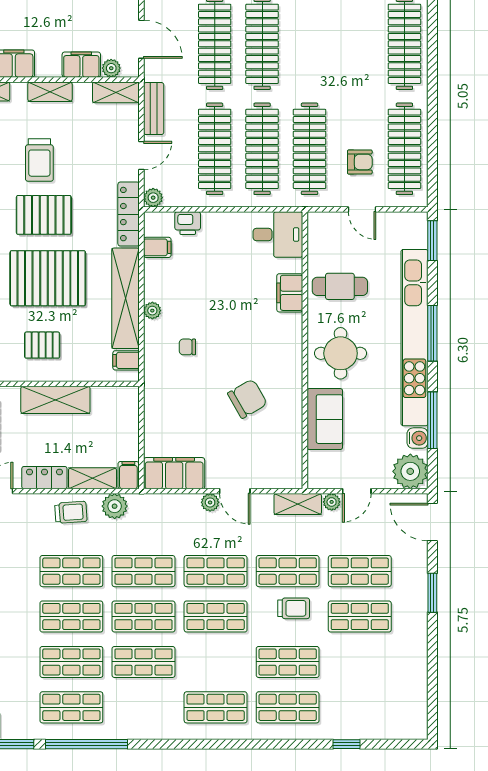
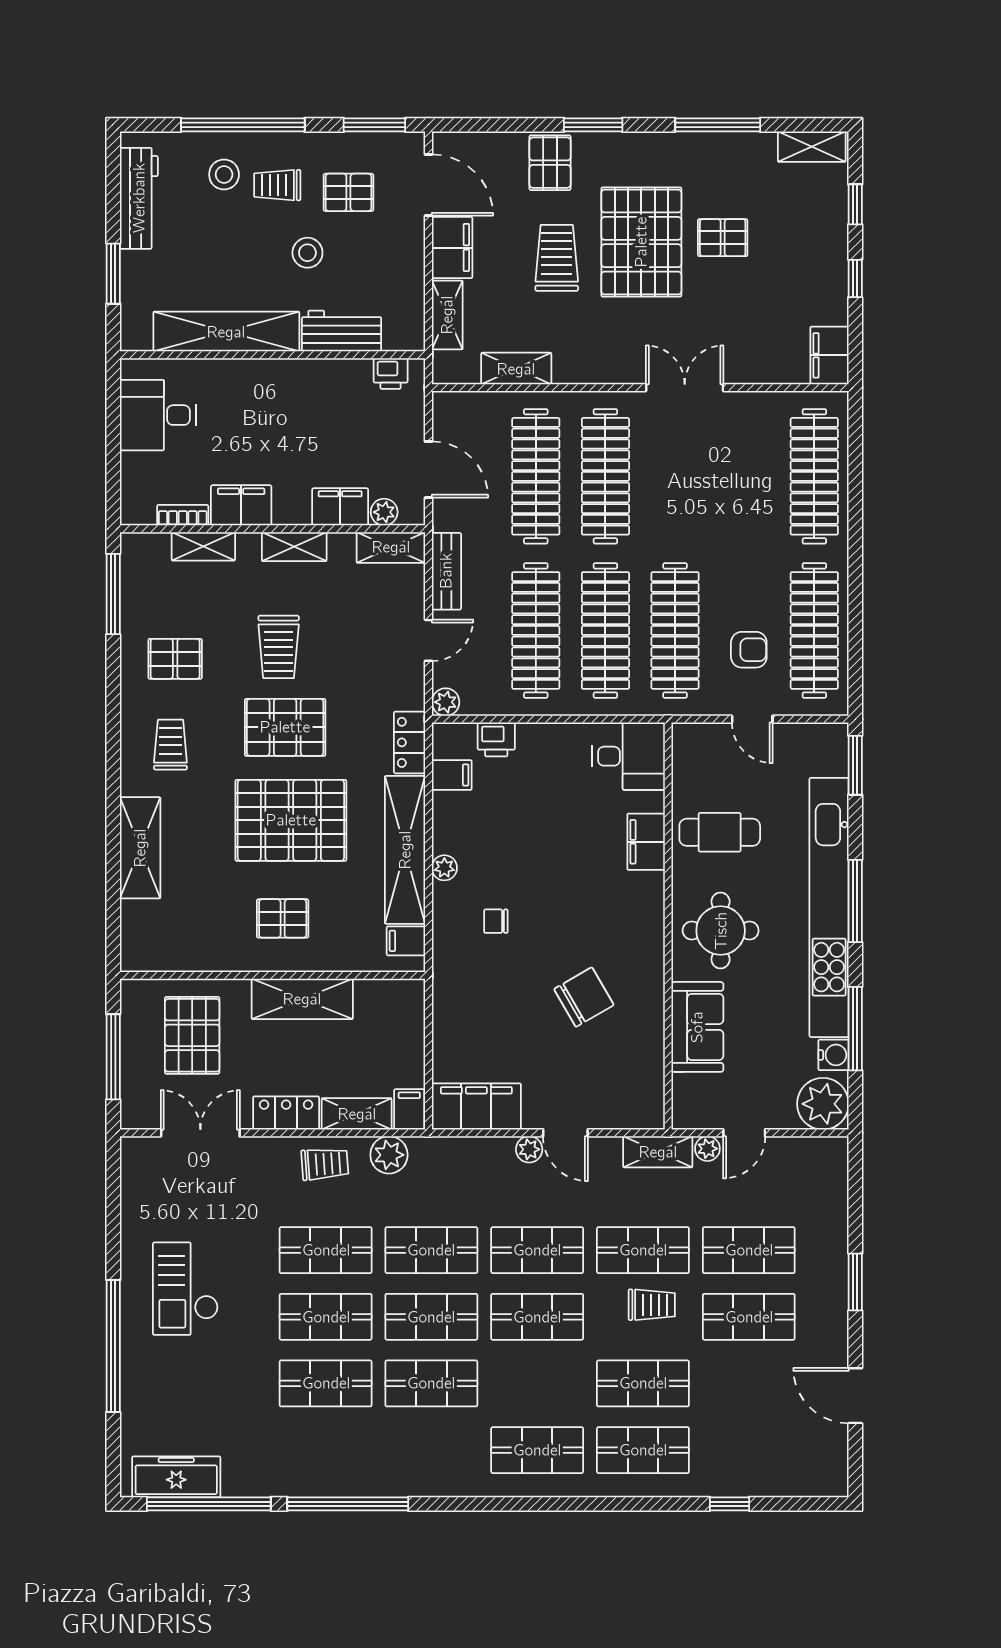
locker: (129, 214) -> (410, 742), width x0.66
door: (432, 522) -> (855, 1396), moved
shop shelf: (71, 707) -> (326, 1450), removed

